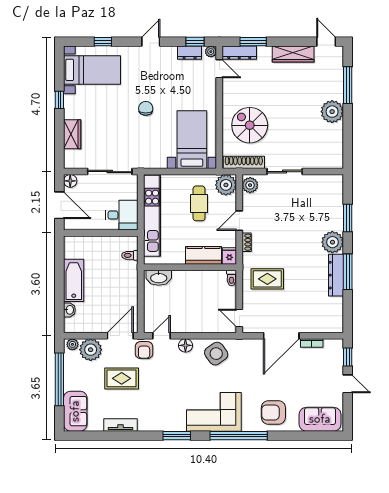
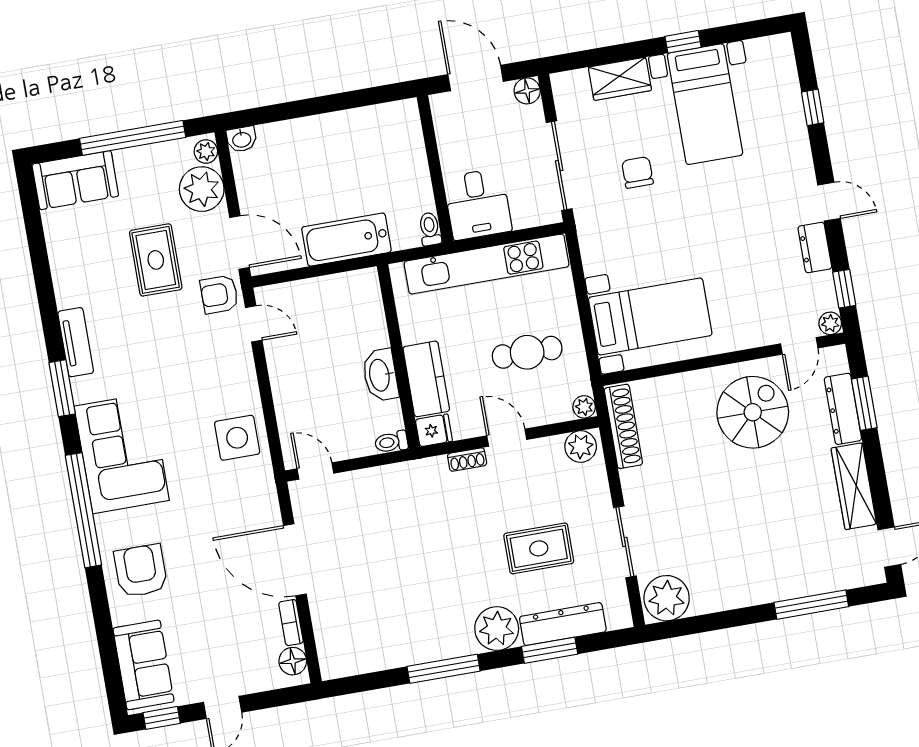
dresser: (190, 53) -> (815, 248), moved
dresser: (239, 53) -> (843, 409), moved
bed with nightstands: (92, 70) -> (705, 104), moved
chair: (146, 108) -> (637, 172), moved, turned -90
plant: (332, 112) -> (667, 598), moved
spiral stairs: (250, 125) -> (753, 412), moved
sliding door: (285, 172) -> (625, 542), moved
plant: (226, 185) -> (584, 407), width x0.53, depth x0.53
door: (59, 205) -> (476, 78), swing flipped
toilet: (130, 255) -> (430, 229), moved
dresser: (336, 275) -> (563, 624), moved
washbasin: (159, 278) -> (380, 375), moved
rug: (267, 279) -> (539, 548), moved, turned 90
bathtub: (74, 280) -> (346, 240), moved, turned 180
washbasin: (69, 310) -> (242, 139), moved
door: (239, 318) -> (315, 471), hinge flipped
floor lamp: (185, 345) -> (293, 661), moved
side table: (216, 354) -> (237, 438), turned 35
window: (348, 357) -> (162, 718), moved
tv unit: (120, 425) -> (76, 342), moved

